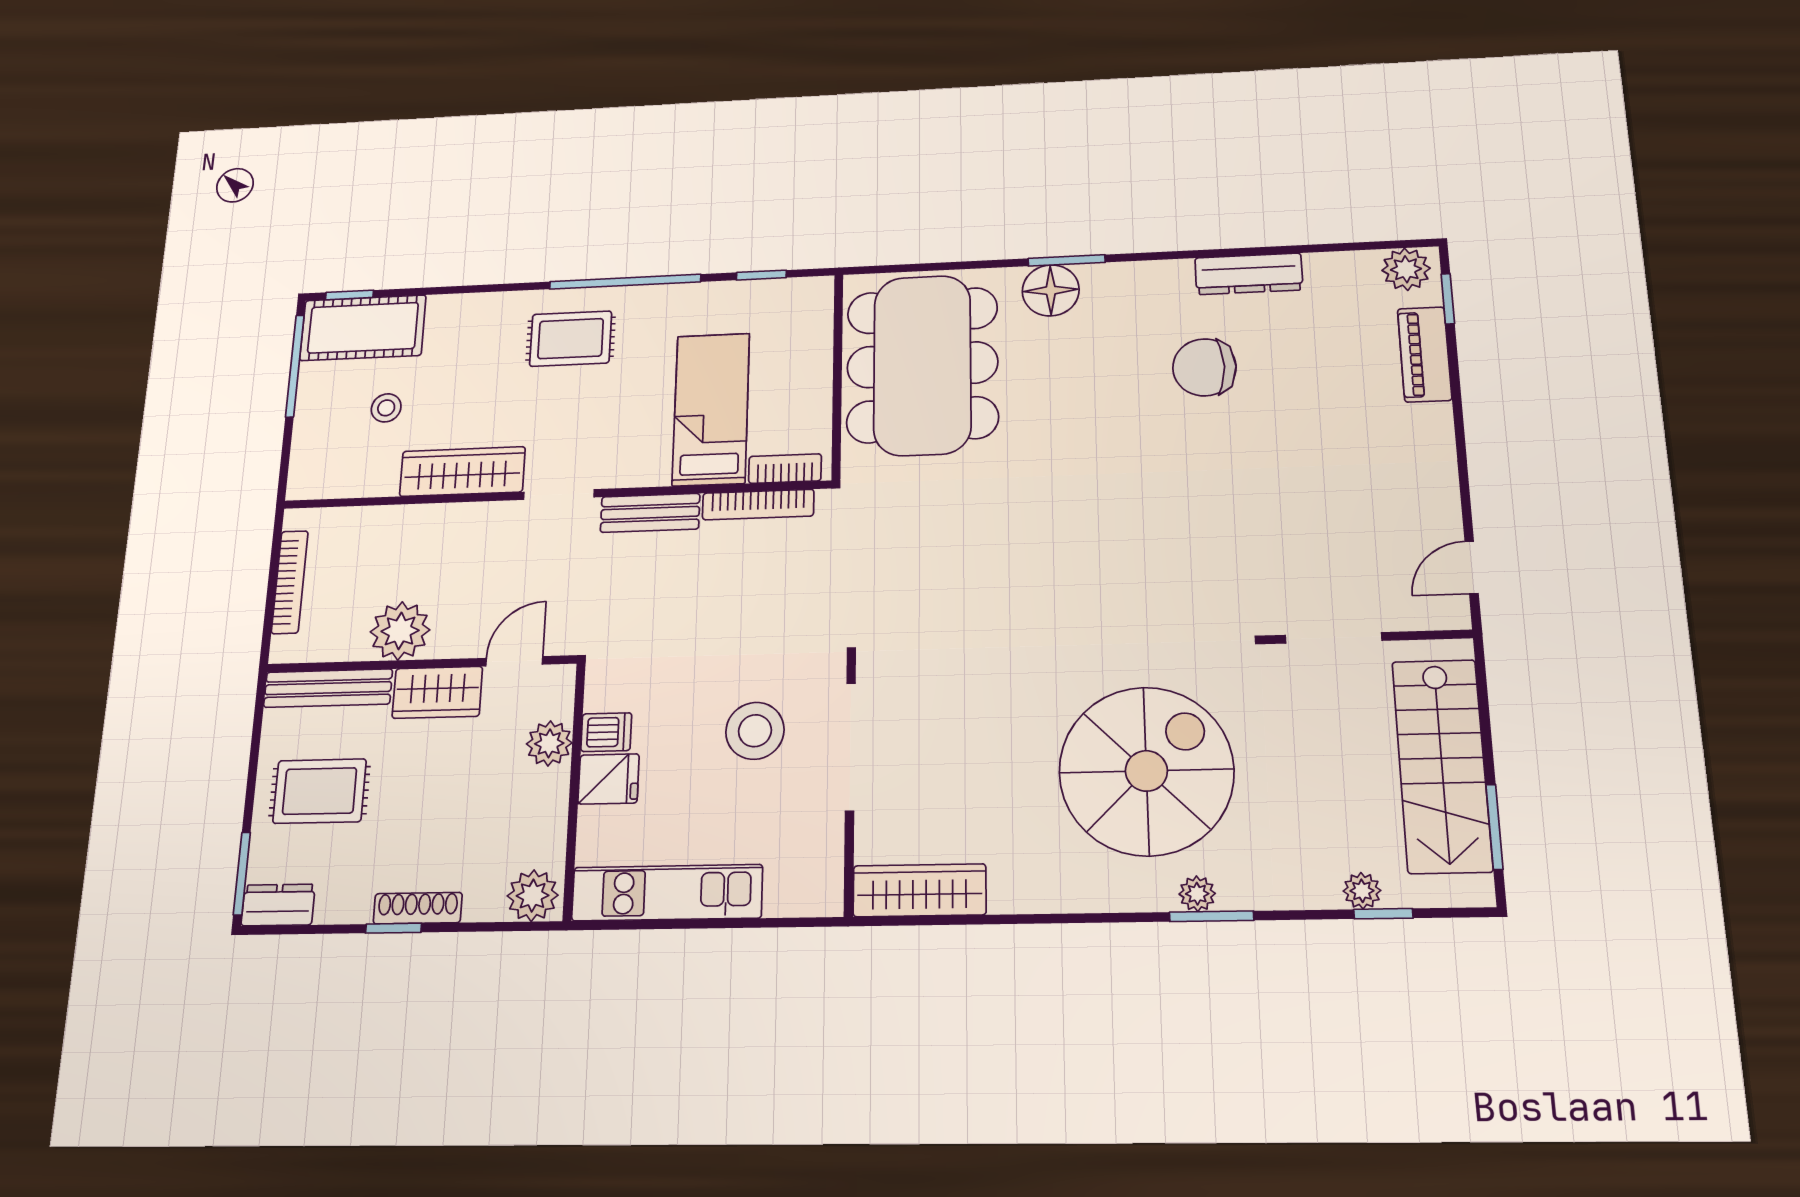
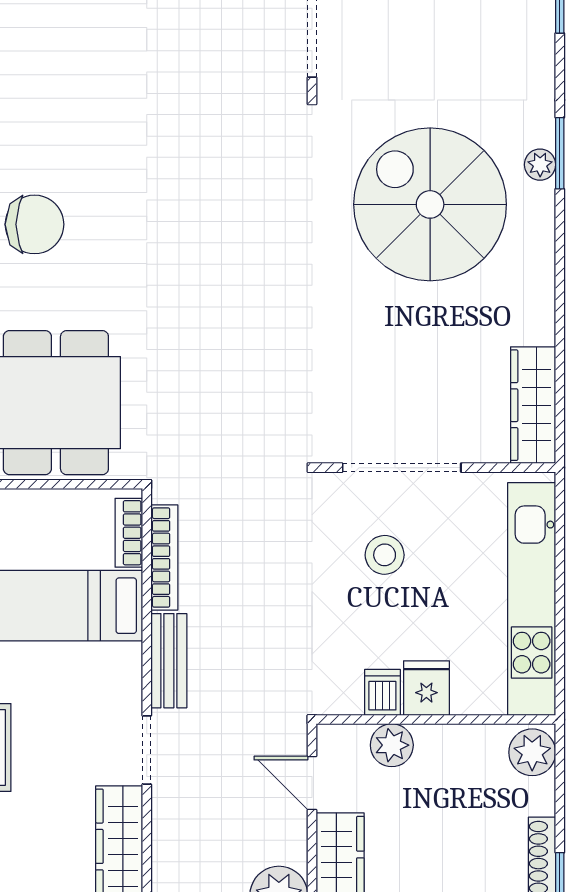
chair: (1204, 367) -> (35, 224), moved, turned -90
stool: (755, 731) -> (385, 555), width x0.73, depth x0.73
plant: (1362, 891) -> (540, 25), removed
kitchen unit: (667, 893) -> (532, 599), width x1.36

